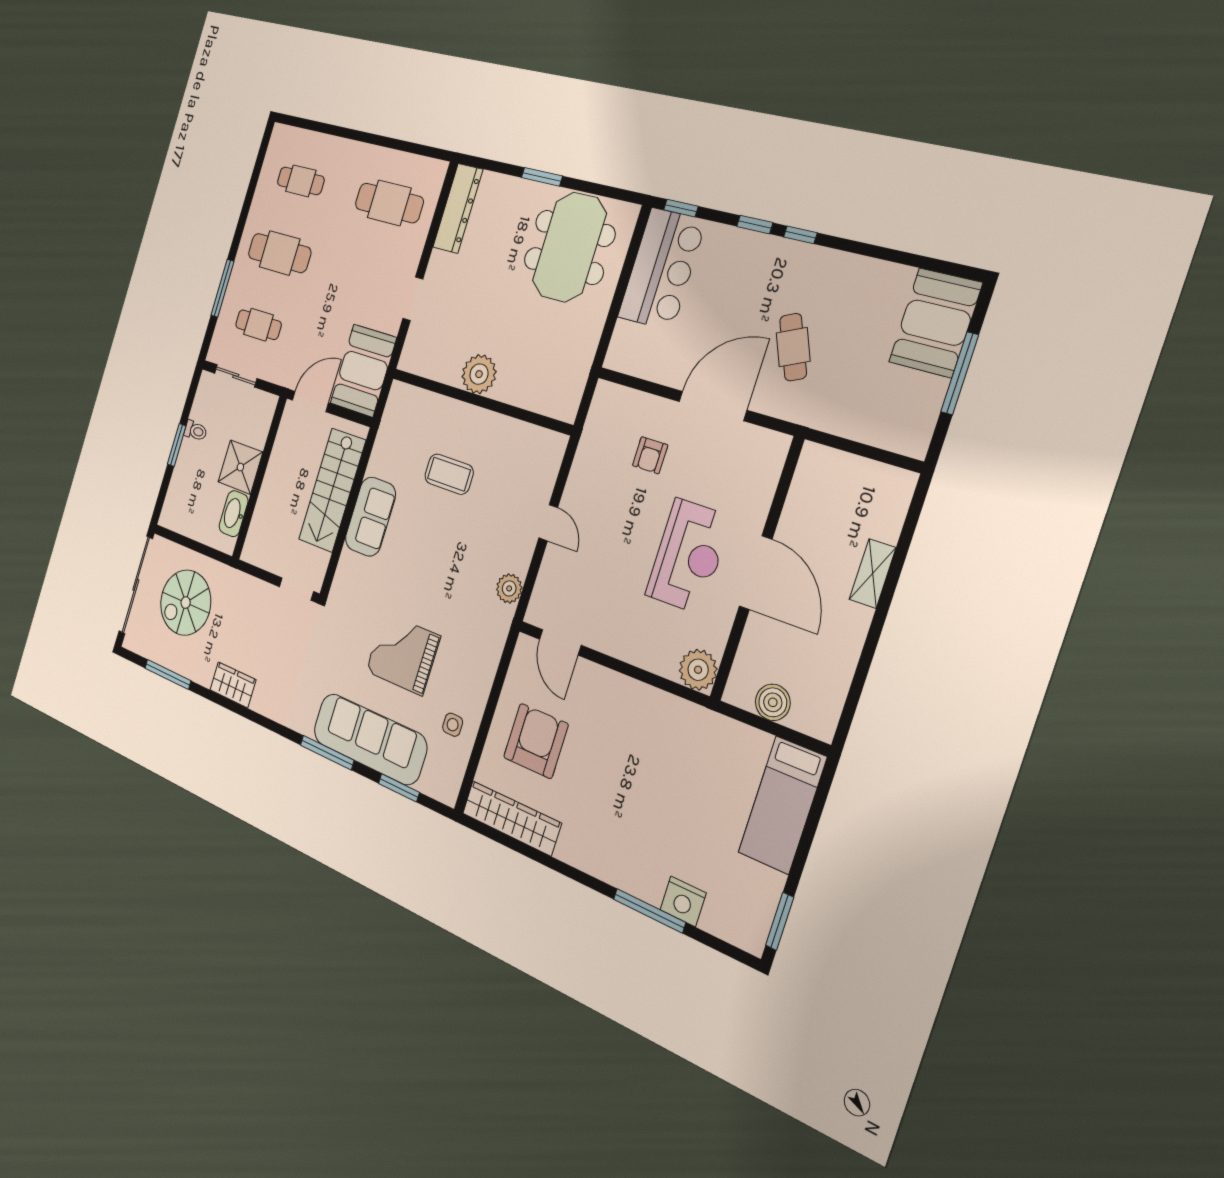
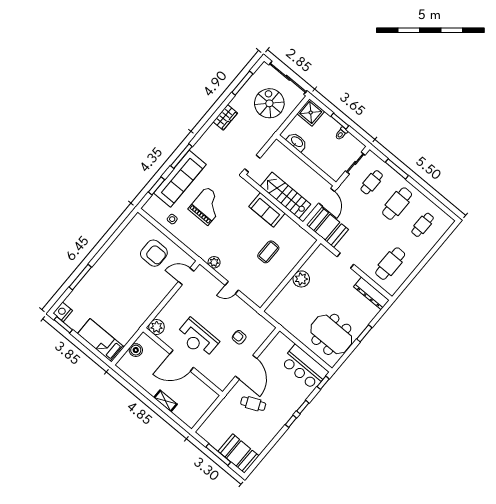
shower: (240, 467) -> (311, 113), moved
wardrobe: (511, 818) -> (129, 232), removed
nightstand: (683, 901) -> (63, 312), moved

